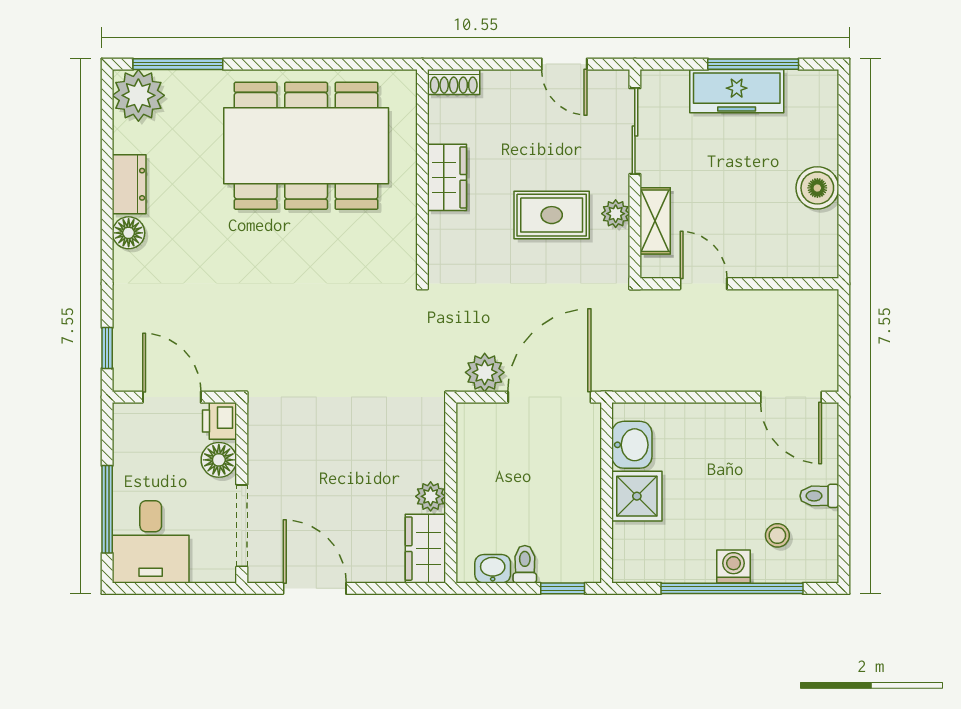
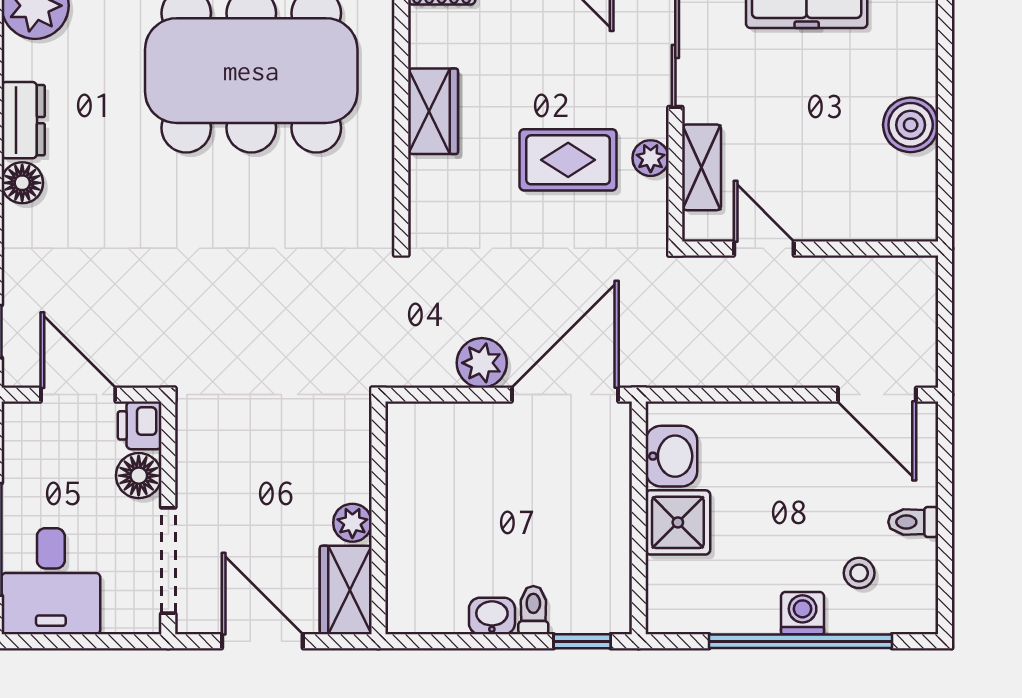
wall: (451, 493) -> (378, 518), moved
plant: (431, 496) -> (352, 523), moved
wardrobe: (425, 549) -> (346, 590), moved

